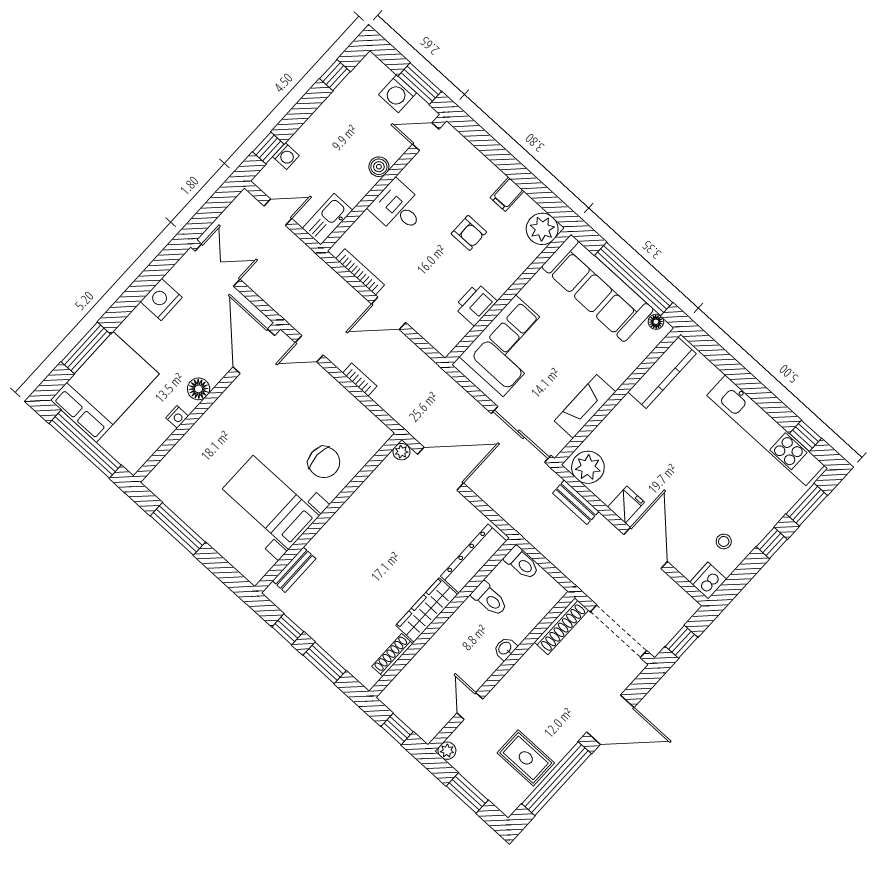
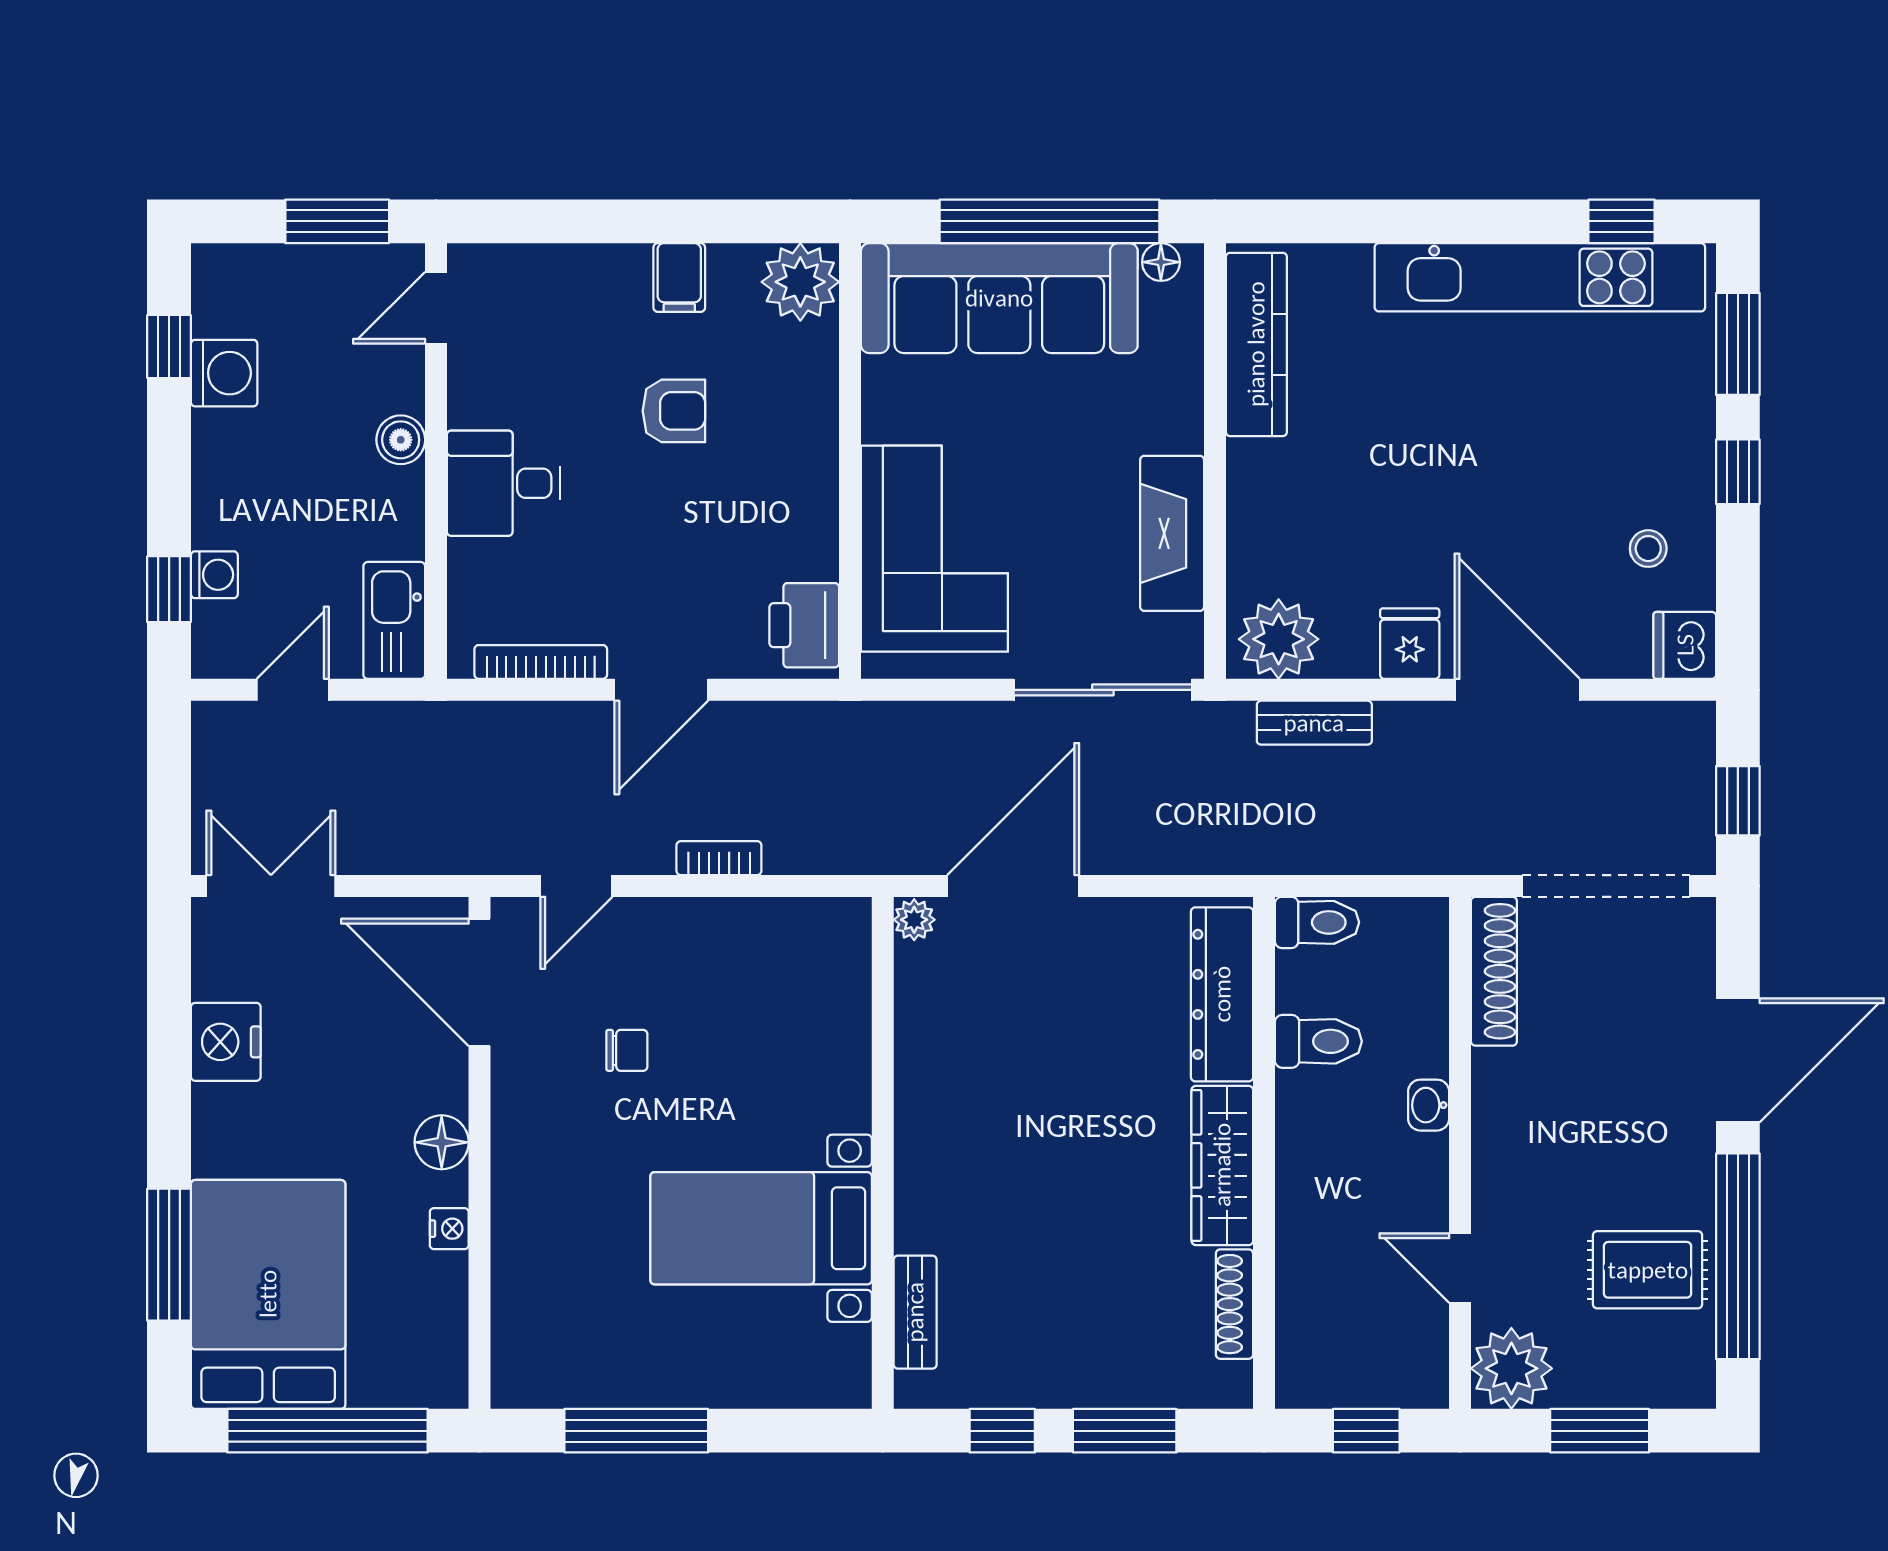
washing machine: (398, 94) -> (224, 373), moved, turned -90
printer: (476, 304) -> (804, 625), moved
chair: (324, 462) -> (627, 1050), moved, width x0.54, depth x0.54
plant: (447, 751) -> (1511, 1368), width x1.87, depth x1.87

